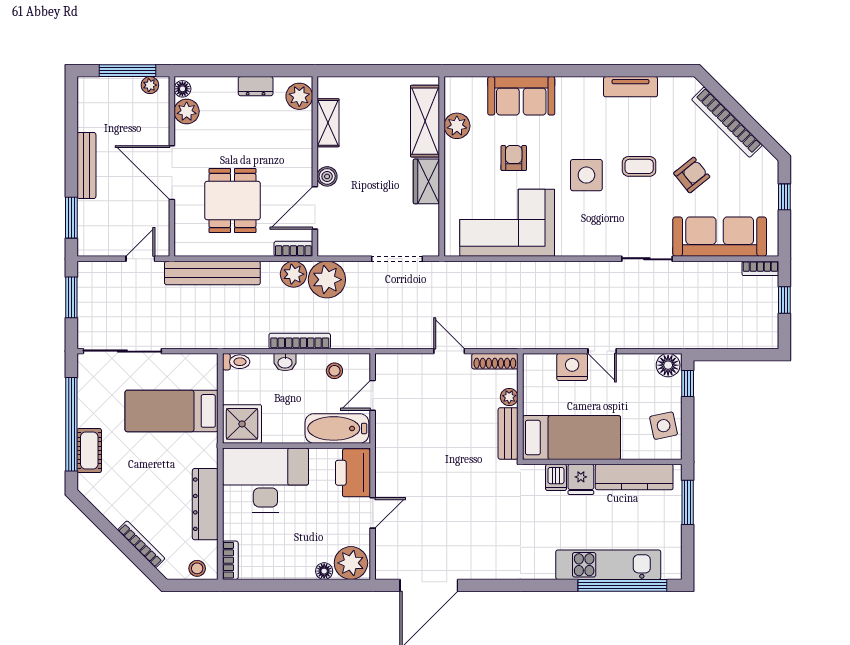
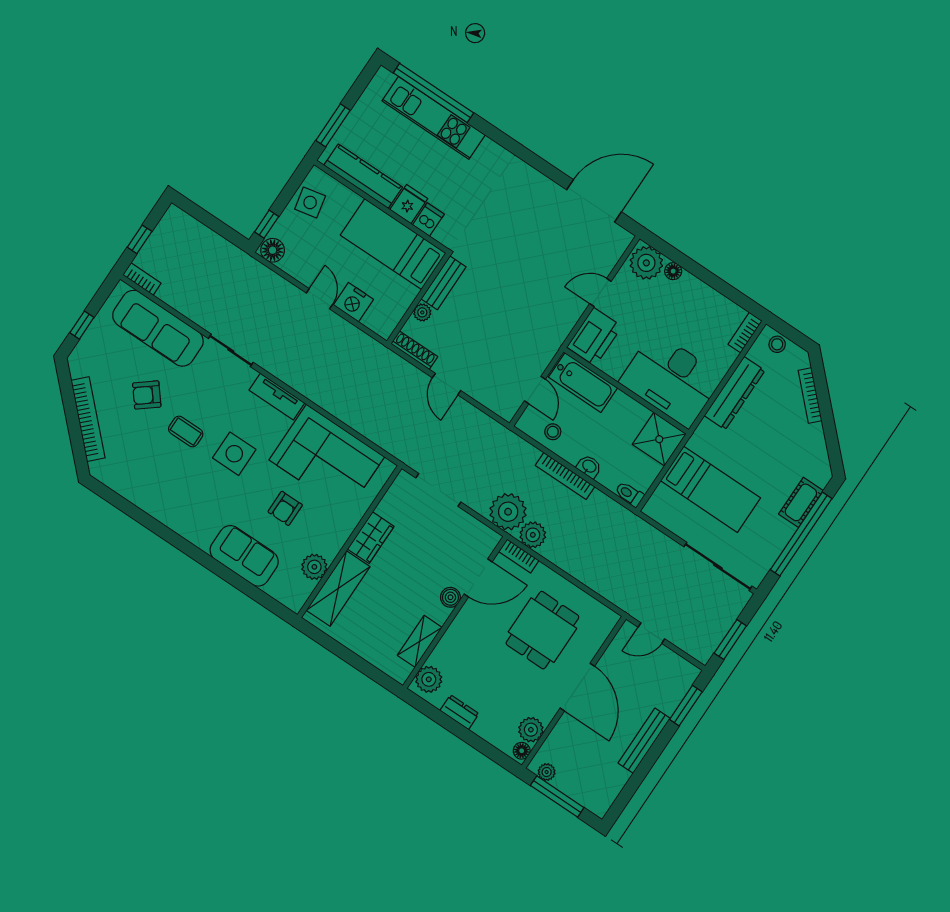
tv unit: (630, 87) -> (277, 397), moved, turned 180
bench: (212, 273) -> (600, 581), removed
door: (373, 395) -> (535, 390), hinge flipped

